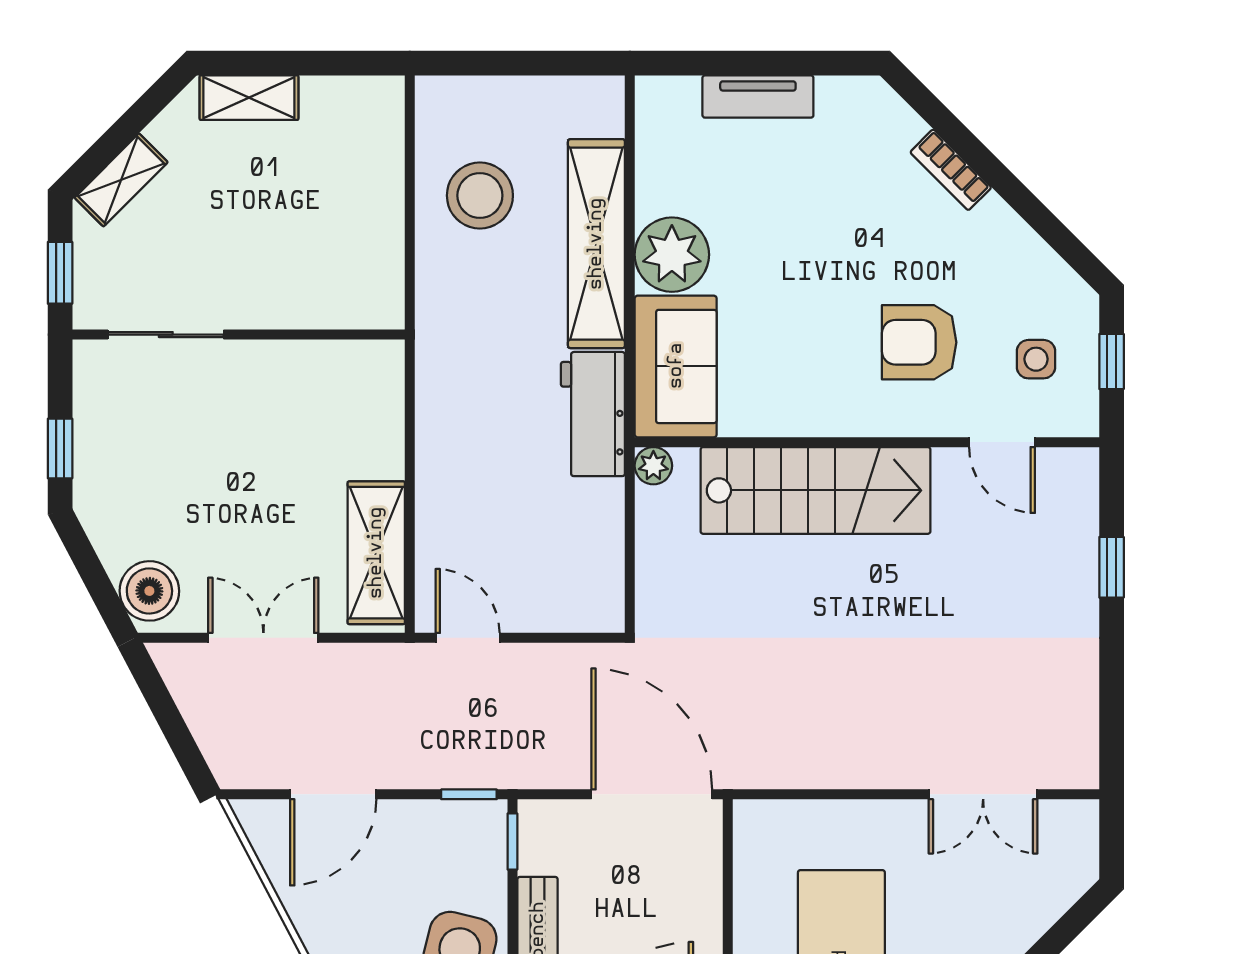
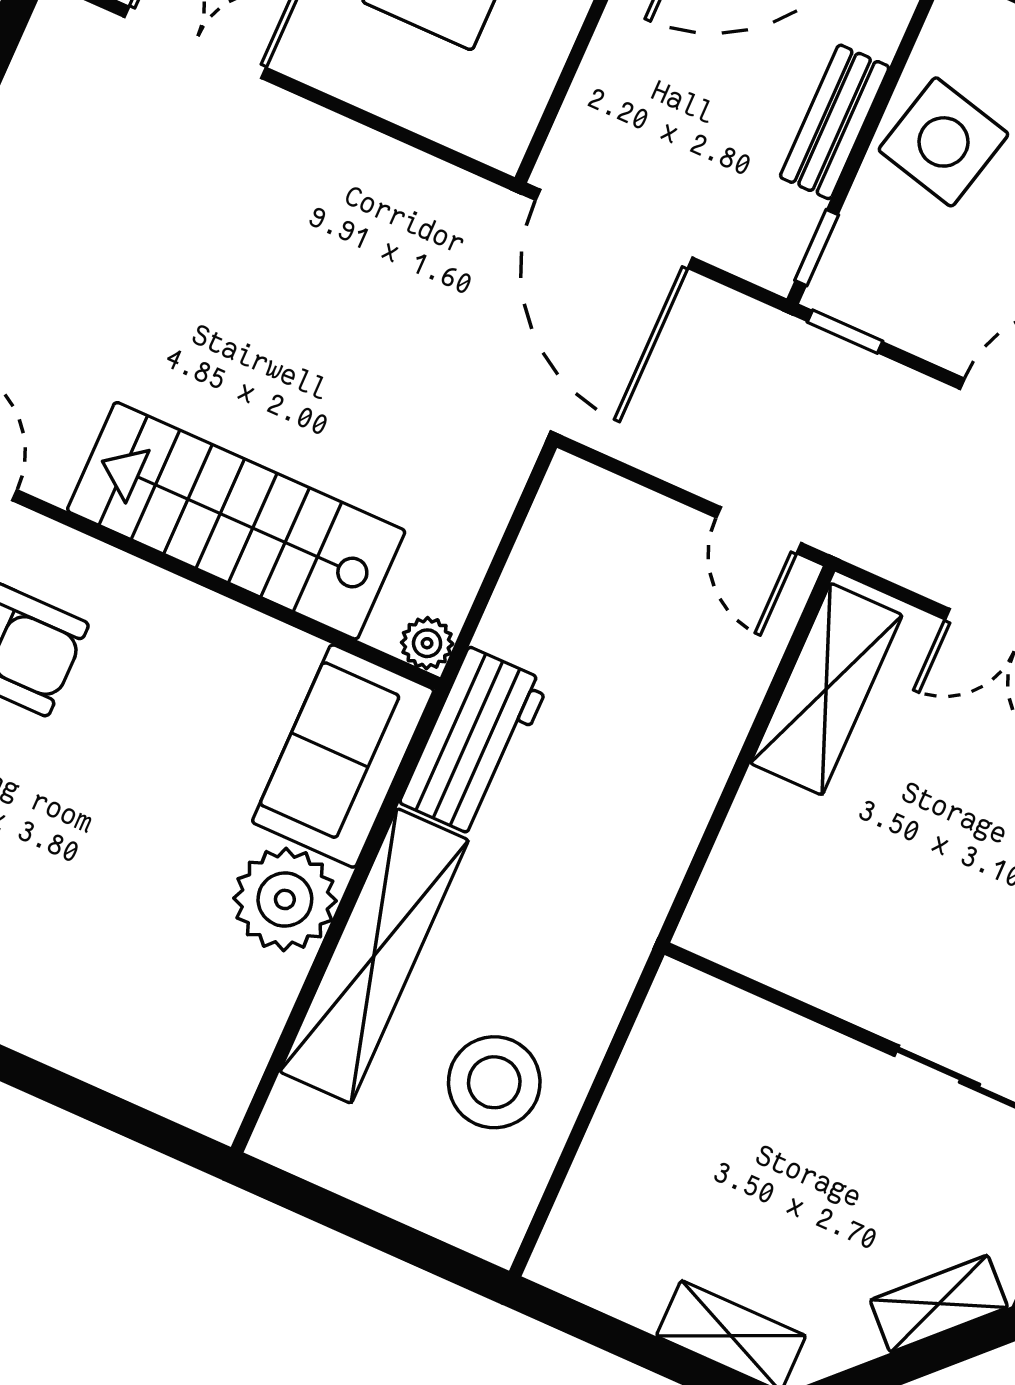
tv unit: (758, 97) -> (87, 1051), removed

